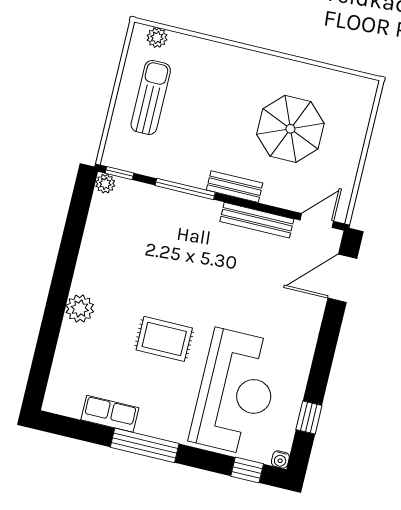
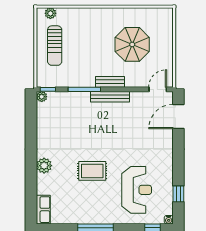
sun lounger: (151, 97) -> (55, 46), turned 180
bench: (257, 220) -> (110, 97), moved
reception desk: (236, 392) -> (137, 190), width x0.74, depth x0.77
row of seats: (110, 414) -> (43, 210), moved, turned 90

